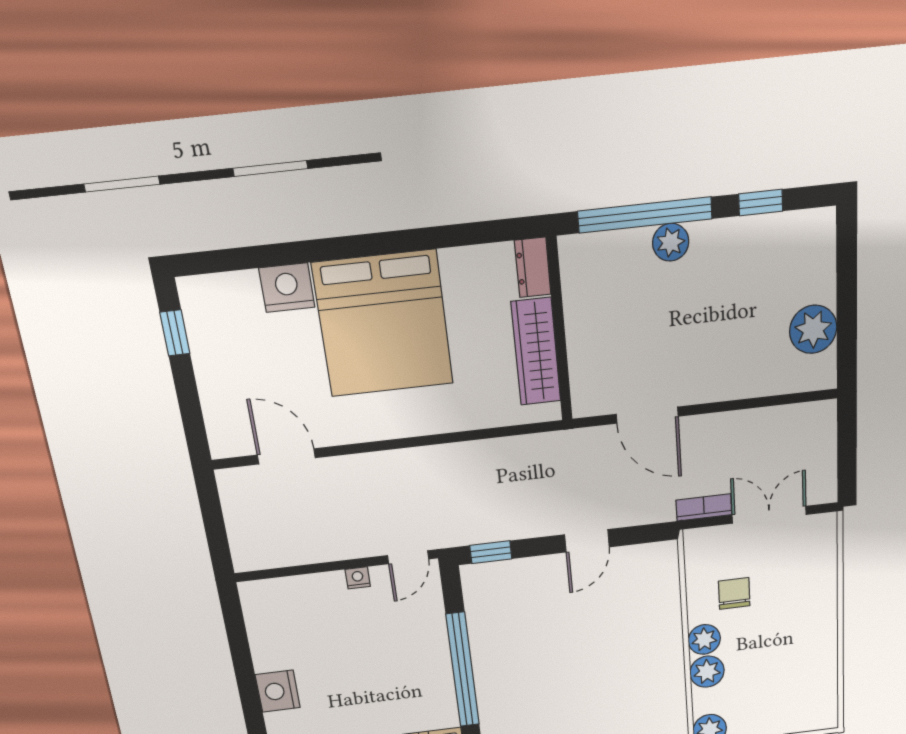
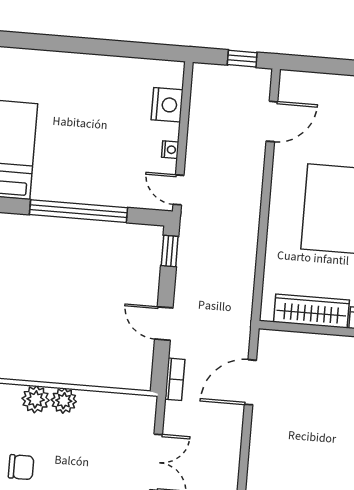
bookcase: (704, 507) -> (175, 379), moved
window: (212, 512) -> (242, 59), added
chair: (734, 593) -> (21, 467), moved
nightstand: (278, 691) -> (167, 105), moved, turned 90

